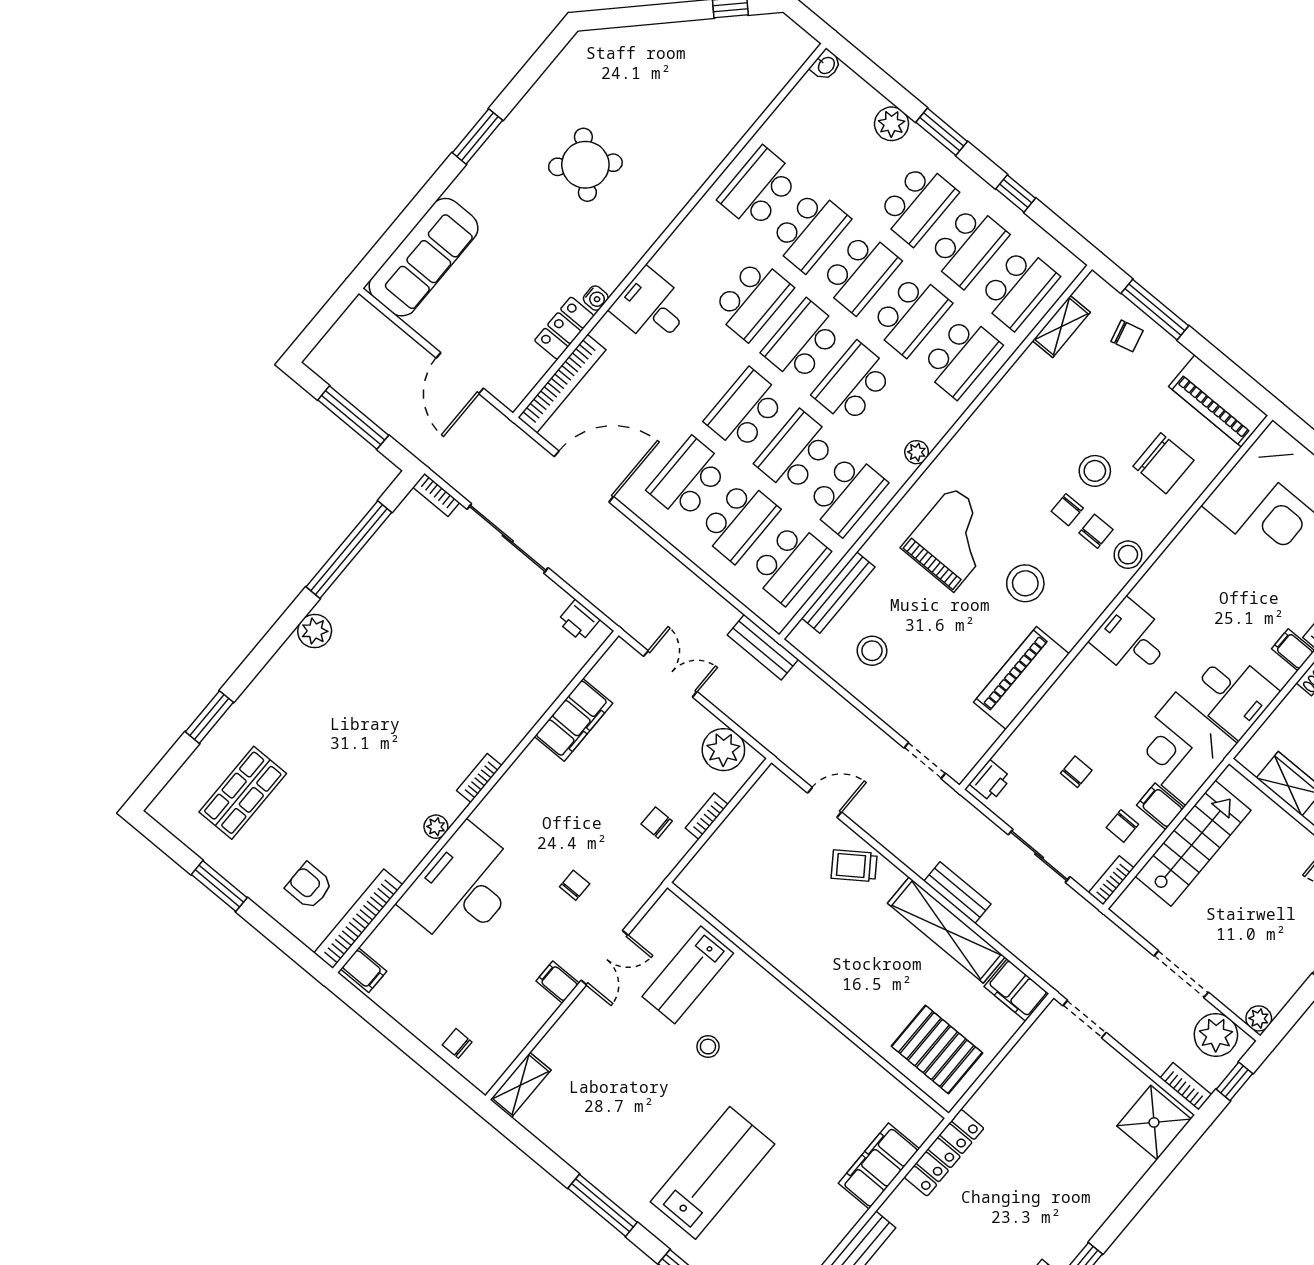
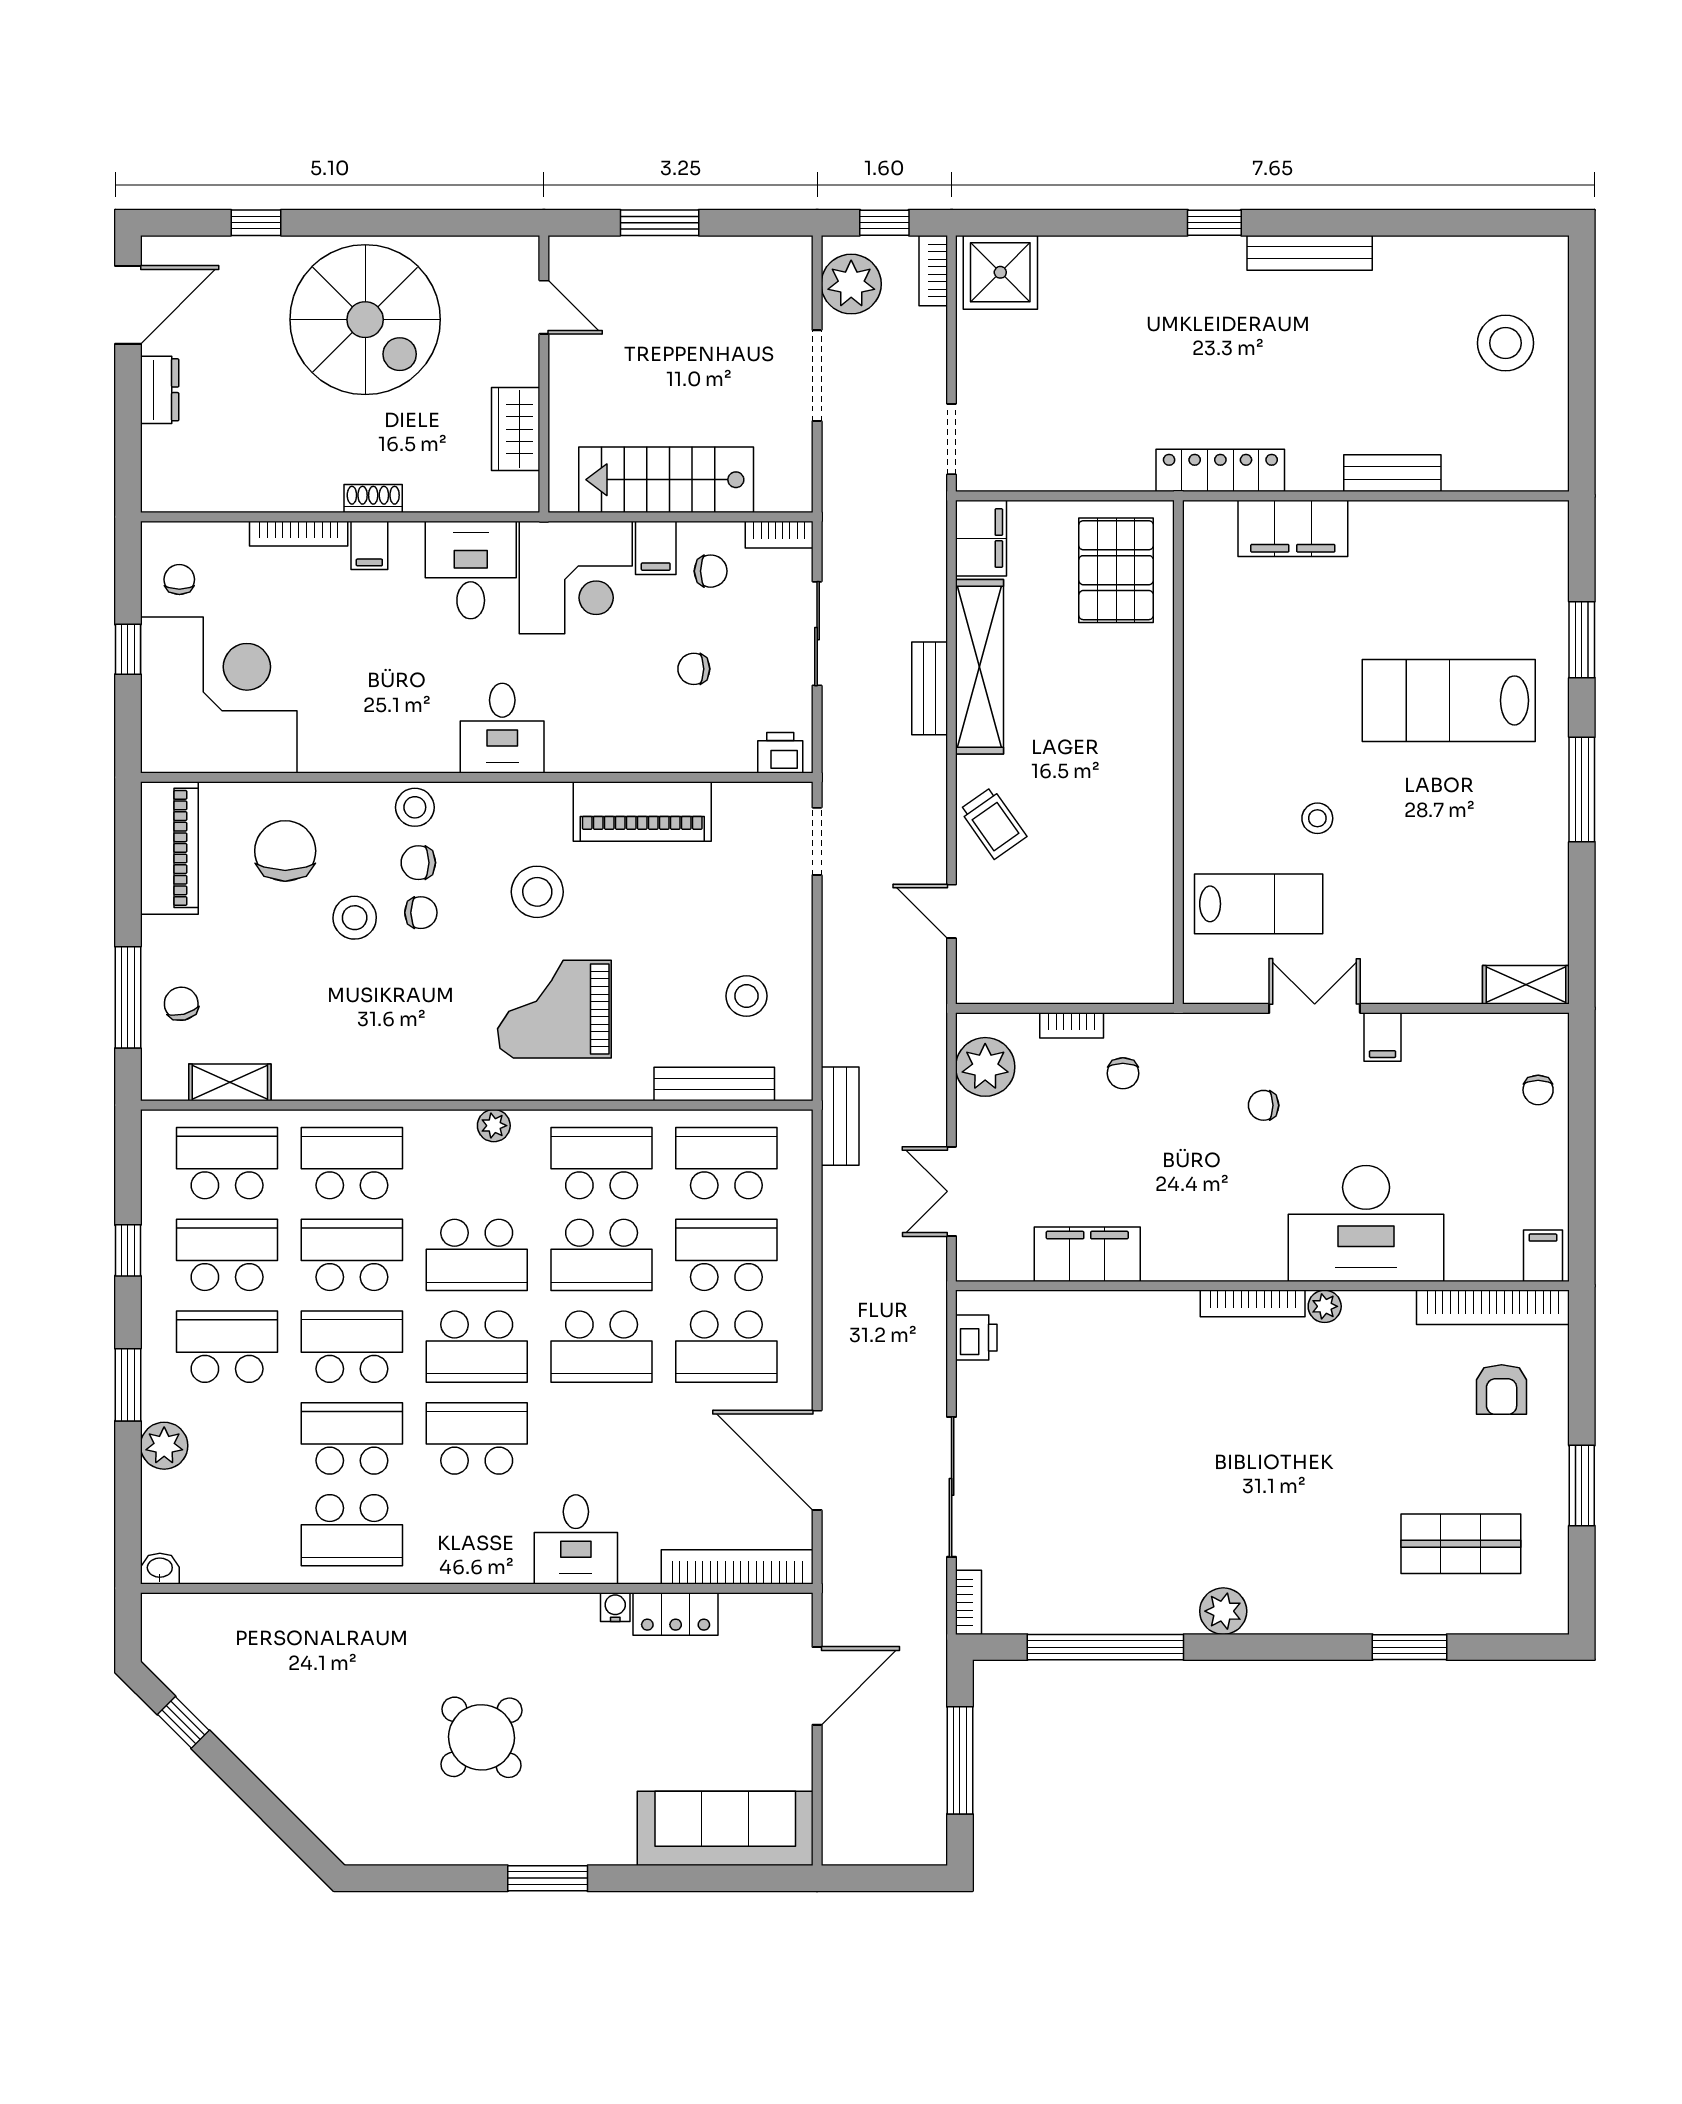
bookcase: (479, 778) -> (1253, 1303), width x1.56
plant: (1259, 1018) -> (795, 253), removed

